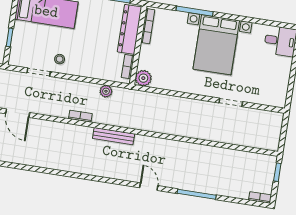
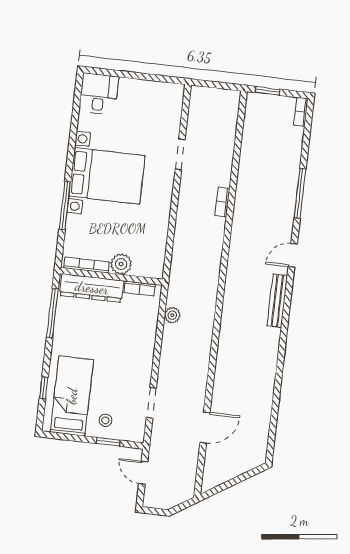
stool: (60, 59) -> (105, 420), moved
plant: (143, 78) -> (121, 264), moved
bookcase: (80, 116) -> (222, 202), moved
bench: (114, 136) -> (277, 301), moved

